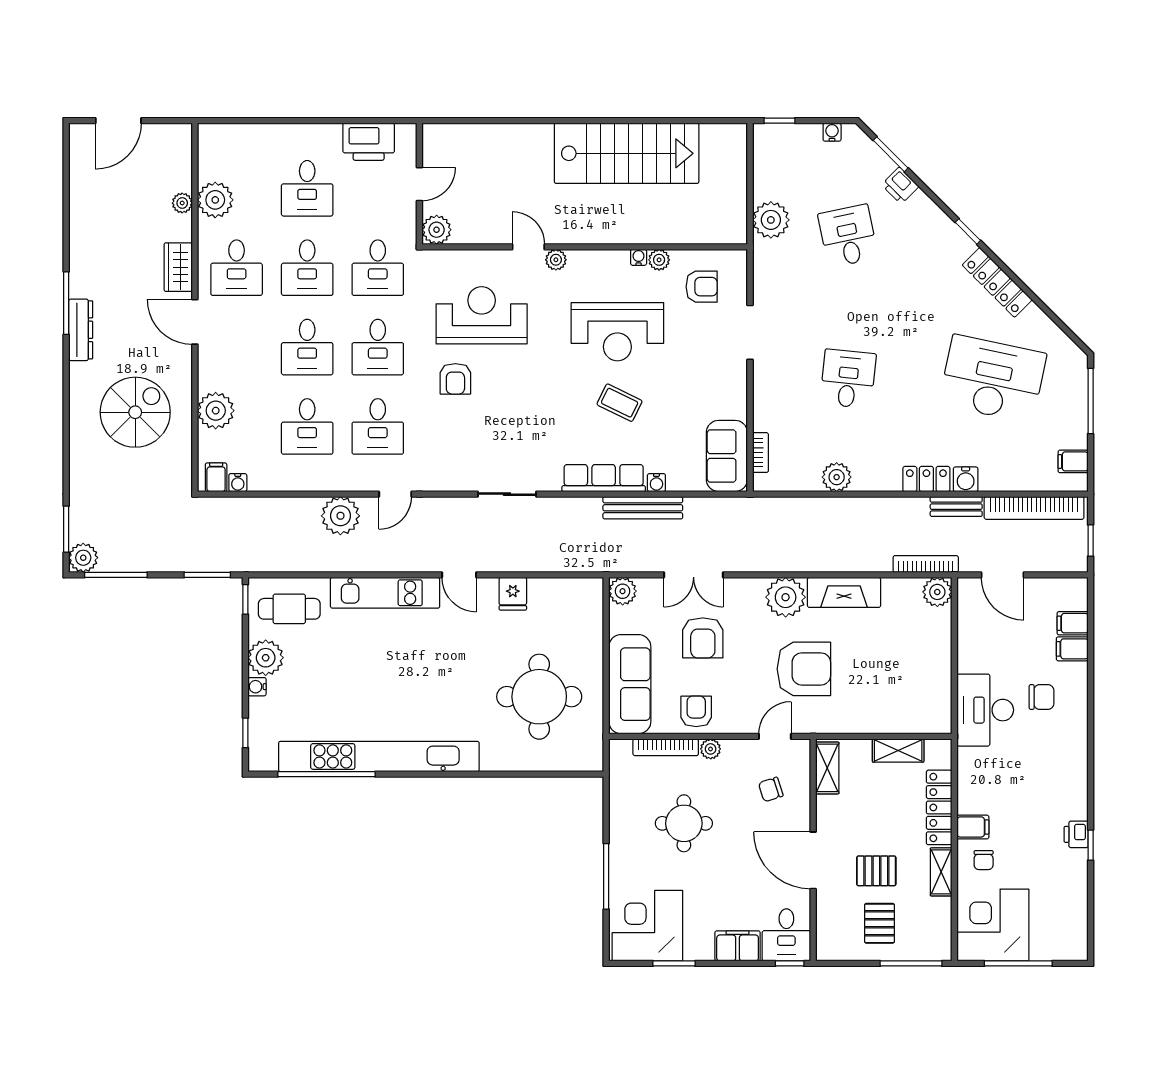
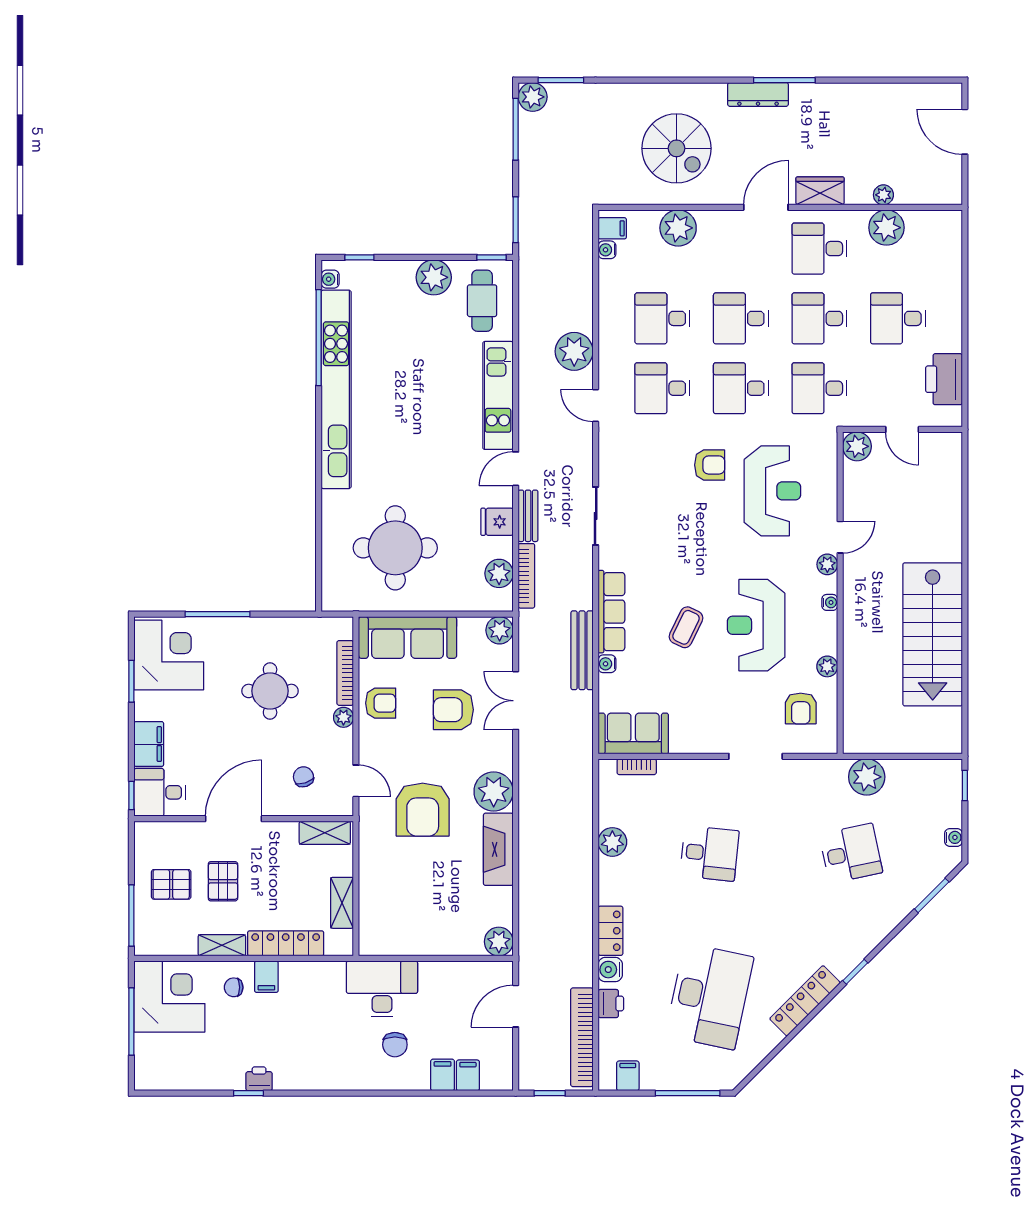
printer: (900, 186) -> (611, 1004), moved, turned 135
water cooler: (639, 257) -> (830, 602), moved
armchair: (455, 379) -> (710, 465), turned 180
bench: (956, 507) -> (528, 516), moved
bookcase: (926, 564) -> (526, 576), moved
plant: (565, 592) -> (499, 573), added
water cooler: (257, 687) -> (330, 279), moved, turned -90

